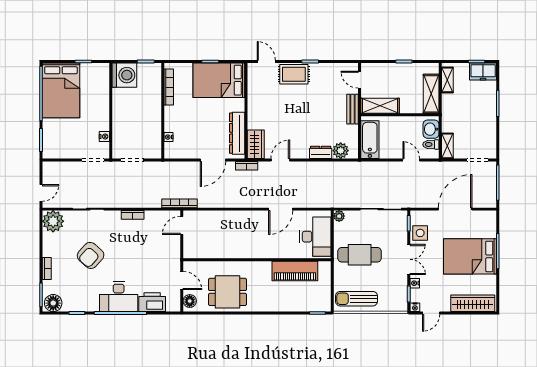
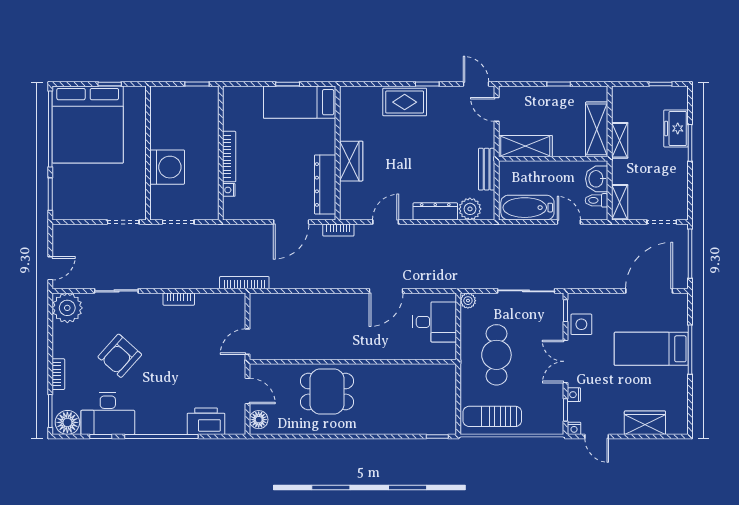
door: (266, 61) -> (476, 84), moved
freezer: (483, 71) -> (676, 128), moved, turned 90
washing machine: (124, 75) -> (167, 167), moved
bed: (219, 80) -> (300, 102), width x0.67
shelving: (447, 80) -> (620, 140), moved
bookcase: (169, 87) -> (229, 157), moved
bed: (61, 90) -> (88, 125), width x1.36
bench: (353, 109) -> (487, 169), moved
nightstand: (104, 137) -> (139, 189), removed
bathtub: (370, 140) -> (527, 208), moved, turned -90
wardrobe: (256, 144) -> (351, 161), moved
dresser: (321, 152) -> (435, 211), width x1.44
door: (455, 209) -> (649, 291), moved
door: (182, 225) -> (248, 342), moved
desk: (315, 237) -> (435, 322), width x0.73
cafe table: (360, 255) -> (496, 355), turned 90
bed: (470, 256) -> (651, 349), width x0.67
double door: (409, 259) -> (566, 361), swing flipped
piano: (295, 271) -> (406, 378), removed
dining table: (228, 292) -> (327, 391), moved
desk: (119, 297) -> (108, 414), moved
wardrobe: (473, 303) -> (645, 423), width x0.67
door: (431, 313) -> (597, 436), hinge flipped

